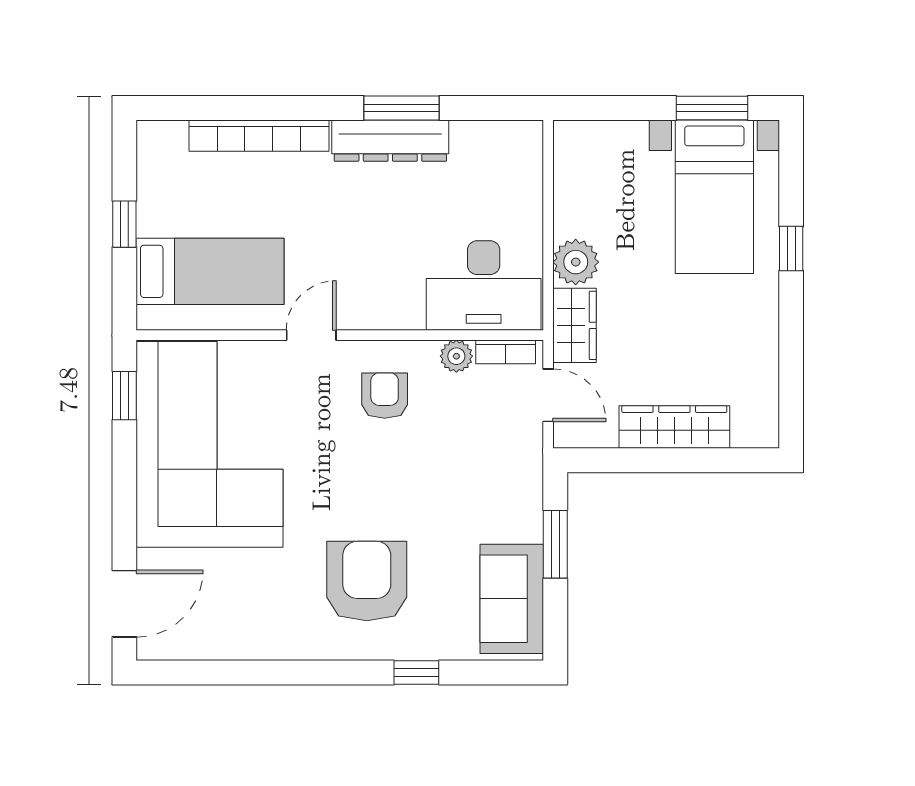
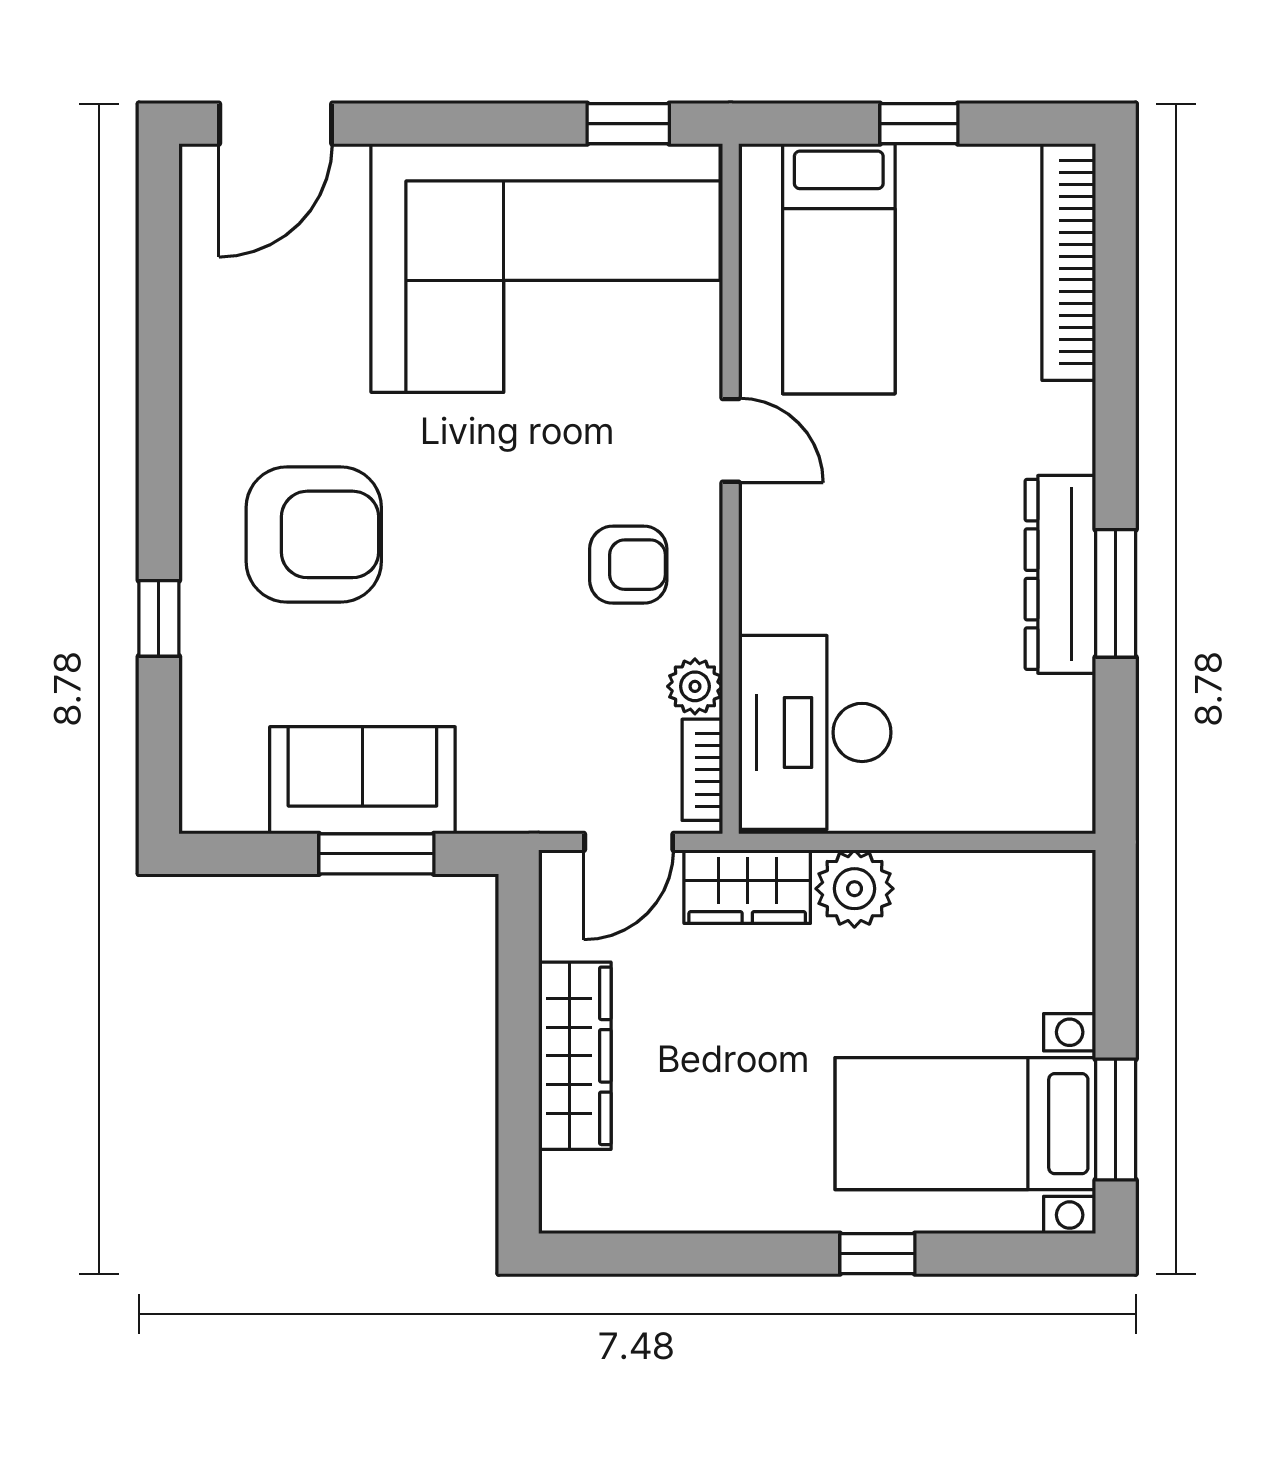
bookcase: (259, 136) -> (1069, 262), moved
sofa: (512, 599) -> (362, 780), moved
door: (124, 604) -> (276, 124), hinge flipped

